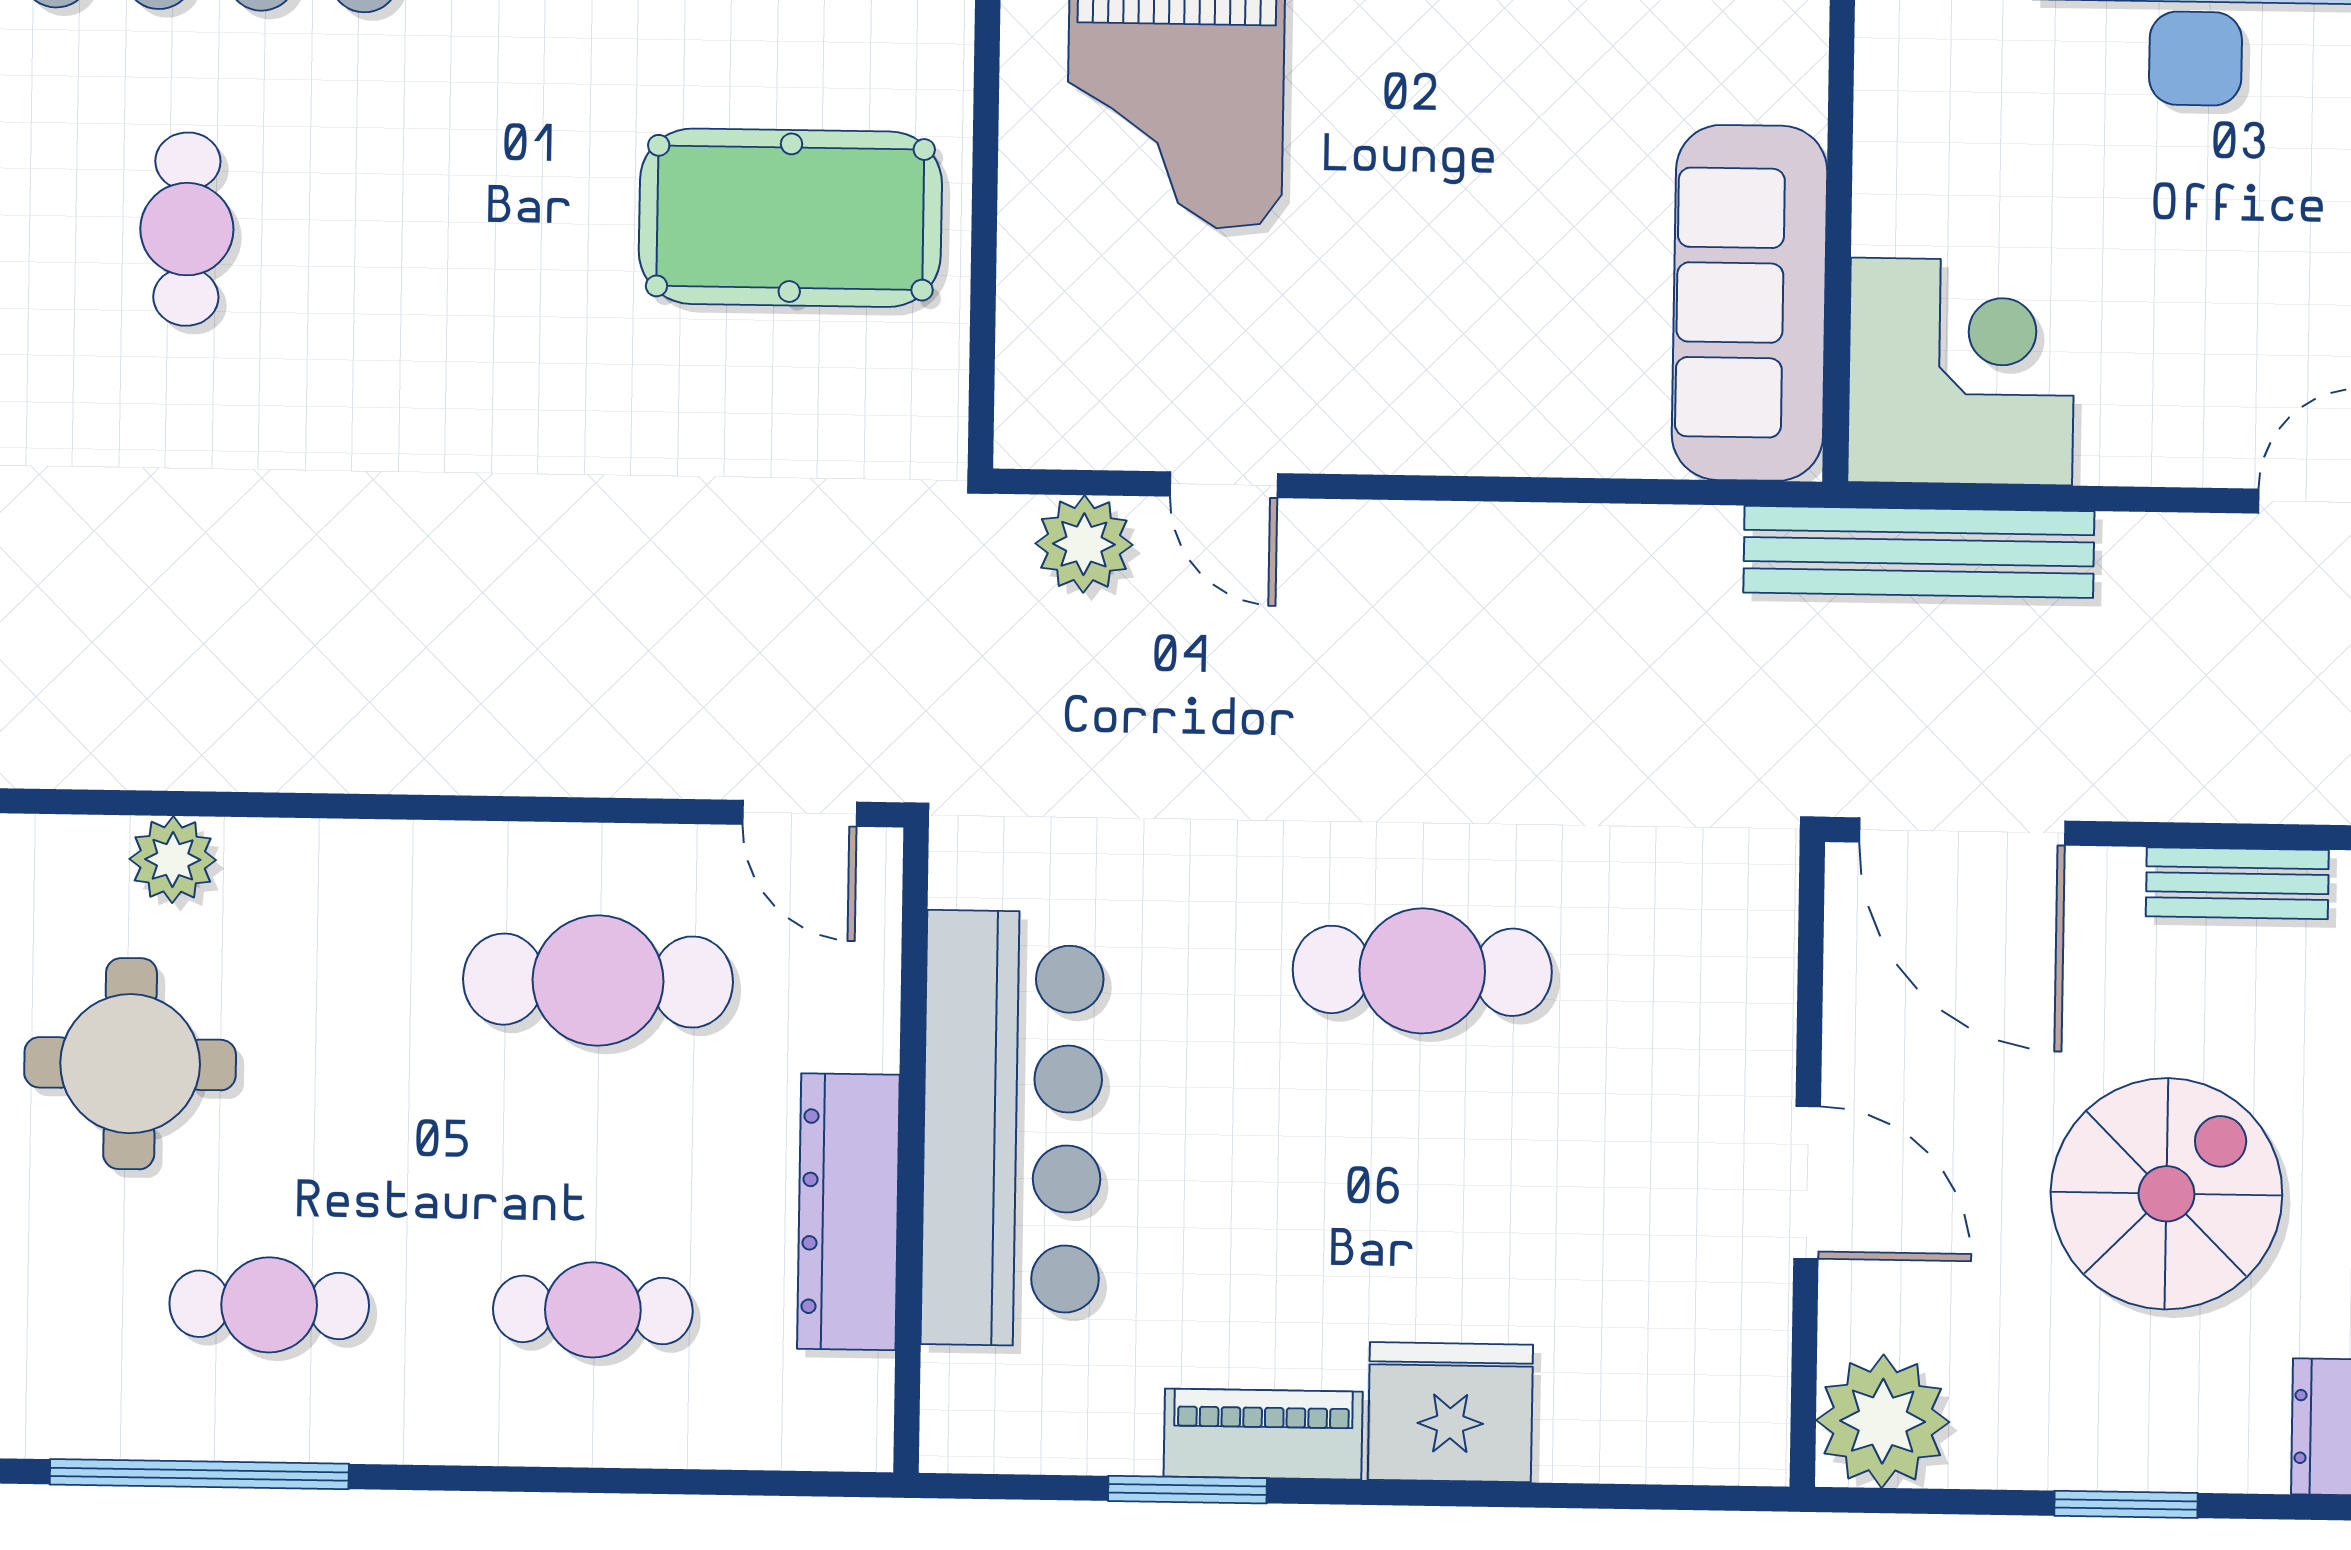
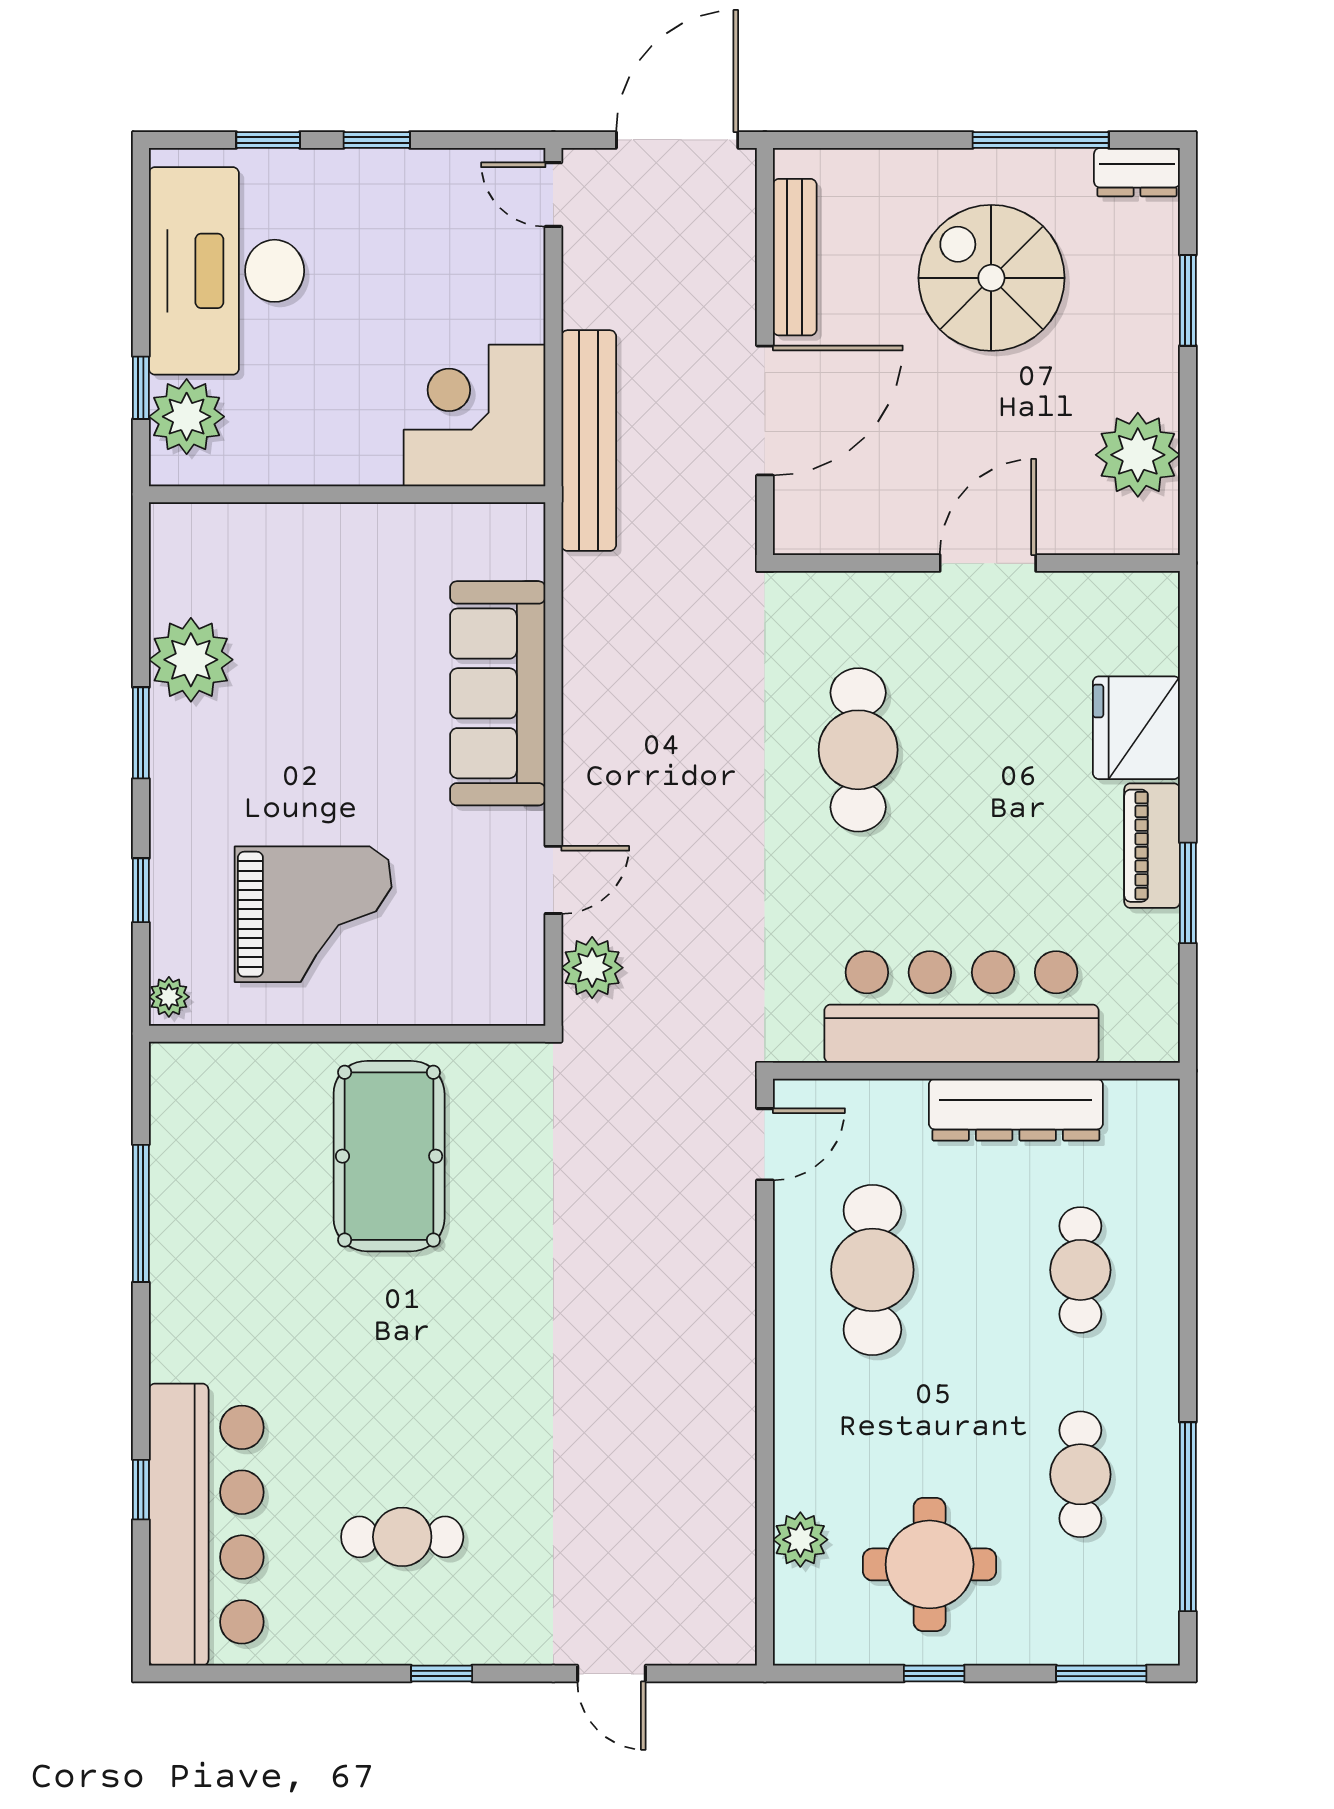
sofa: (1750, 303) -> (498, 693), moved, turned 90
bench: (2237, 883) -> (795, 257), width x1.36
wall: (1807, 1164) -> (976, 563), moved
door: (1807, 1182) -> (988, 563), moved

